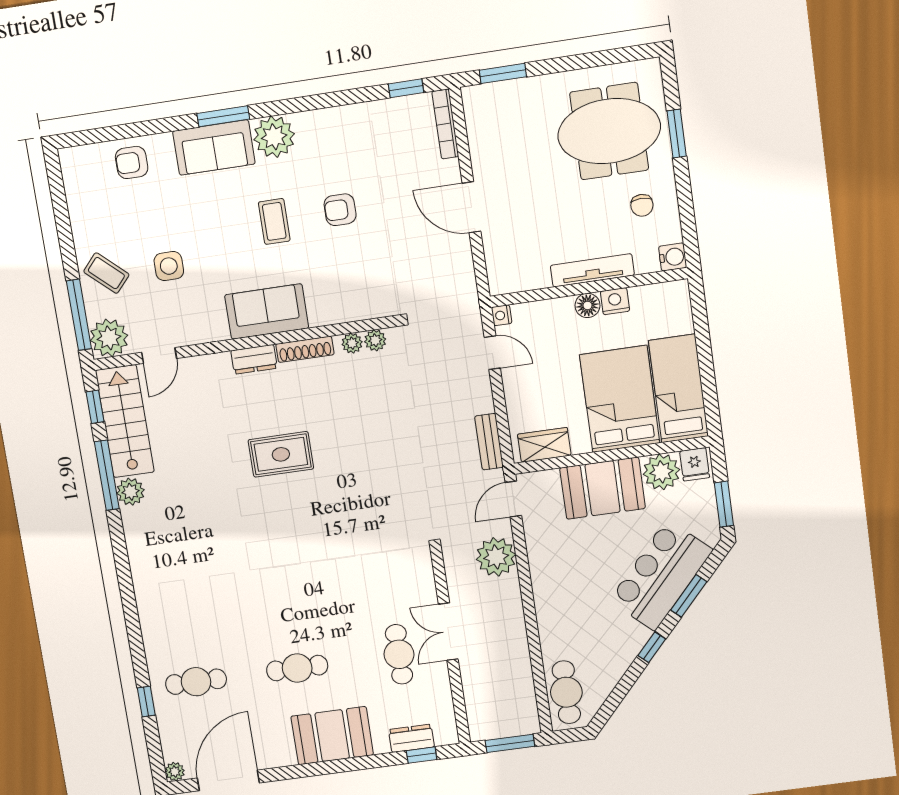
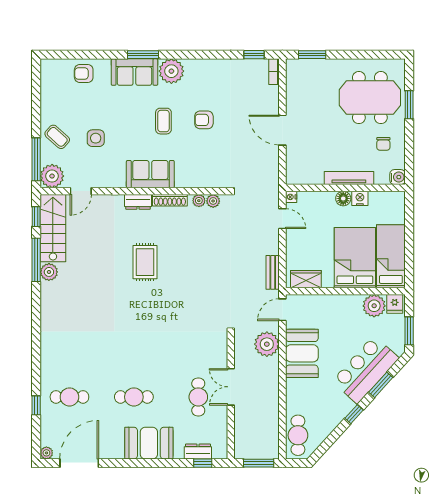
bookcase: (445, 124) -> (274, 72), width x0.64
rug: (281, 454) -> (145, 262), turned 90
booth: (603, 488) -> (302, 353), moved, turned 90

